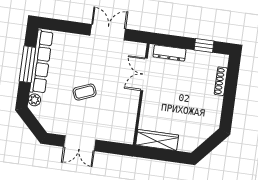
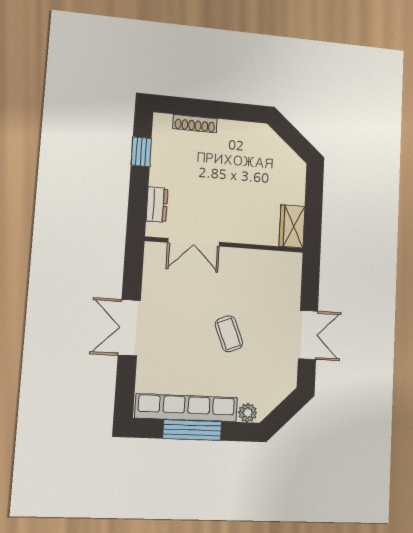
double door: (108, 32) -> (129, 328), moved
dresser: (169, 53) -> (157, 205), width x0.70
wardrobe: (157, 140) -> (292, 226), width x0.67

